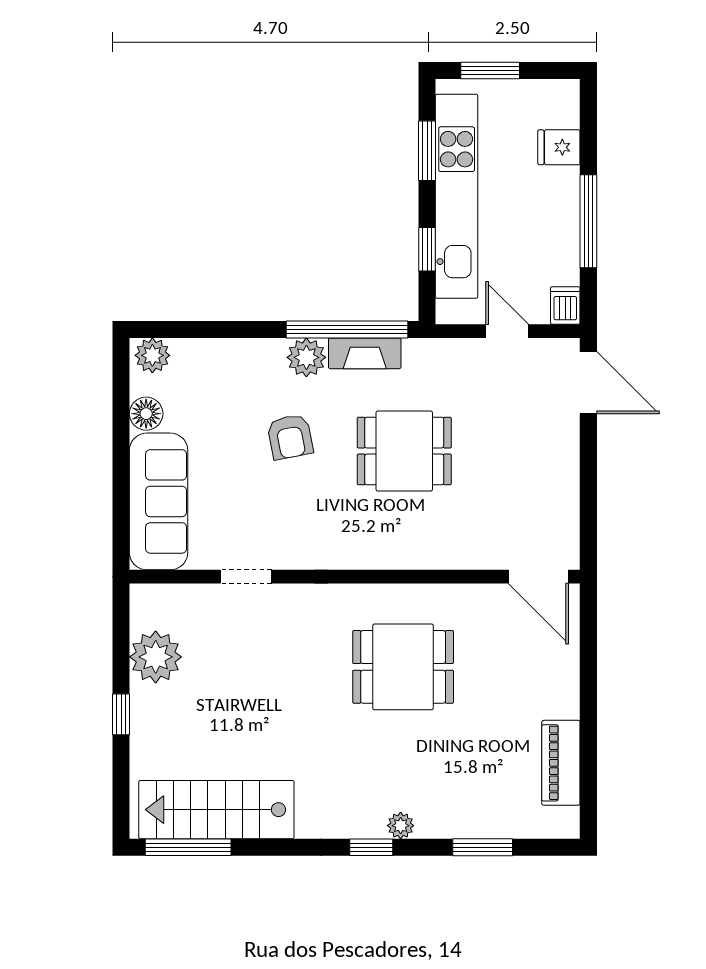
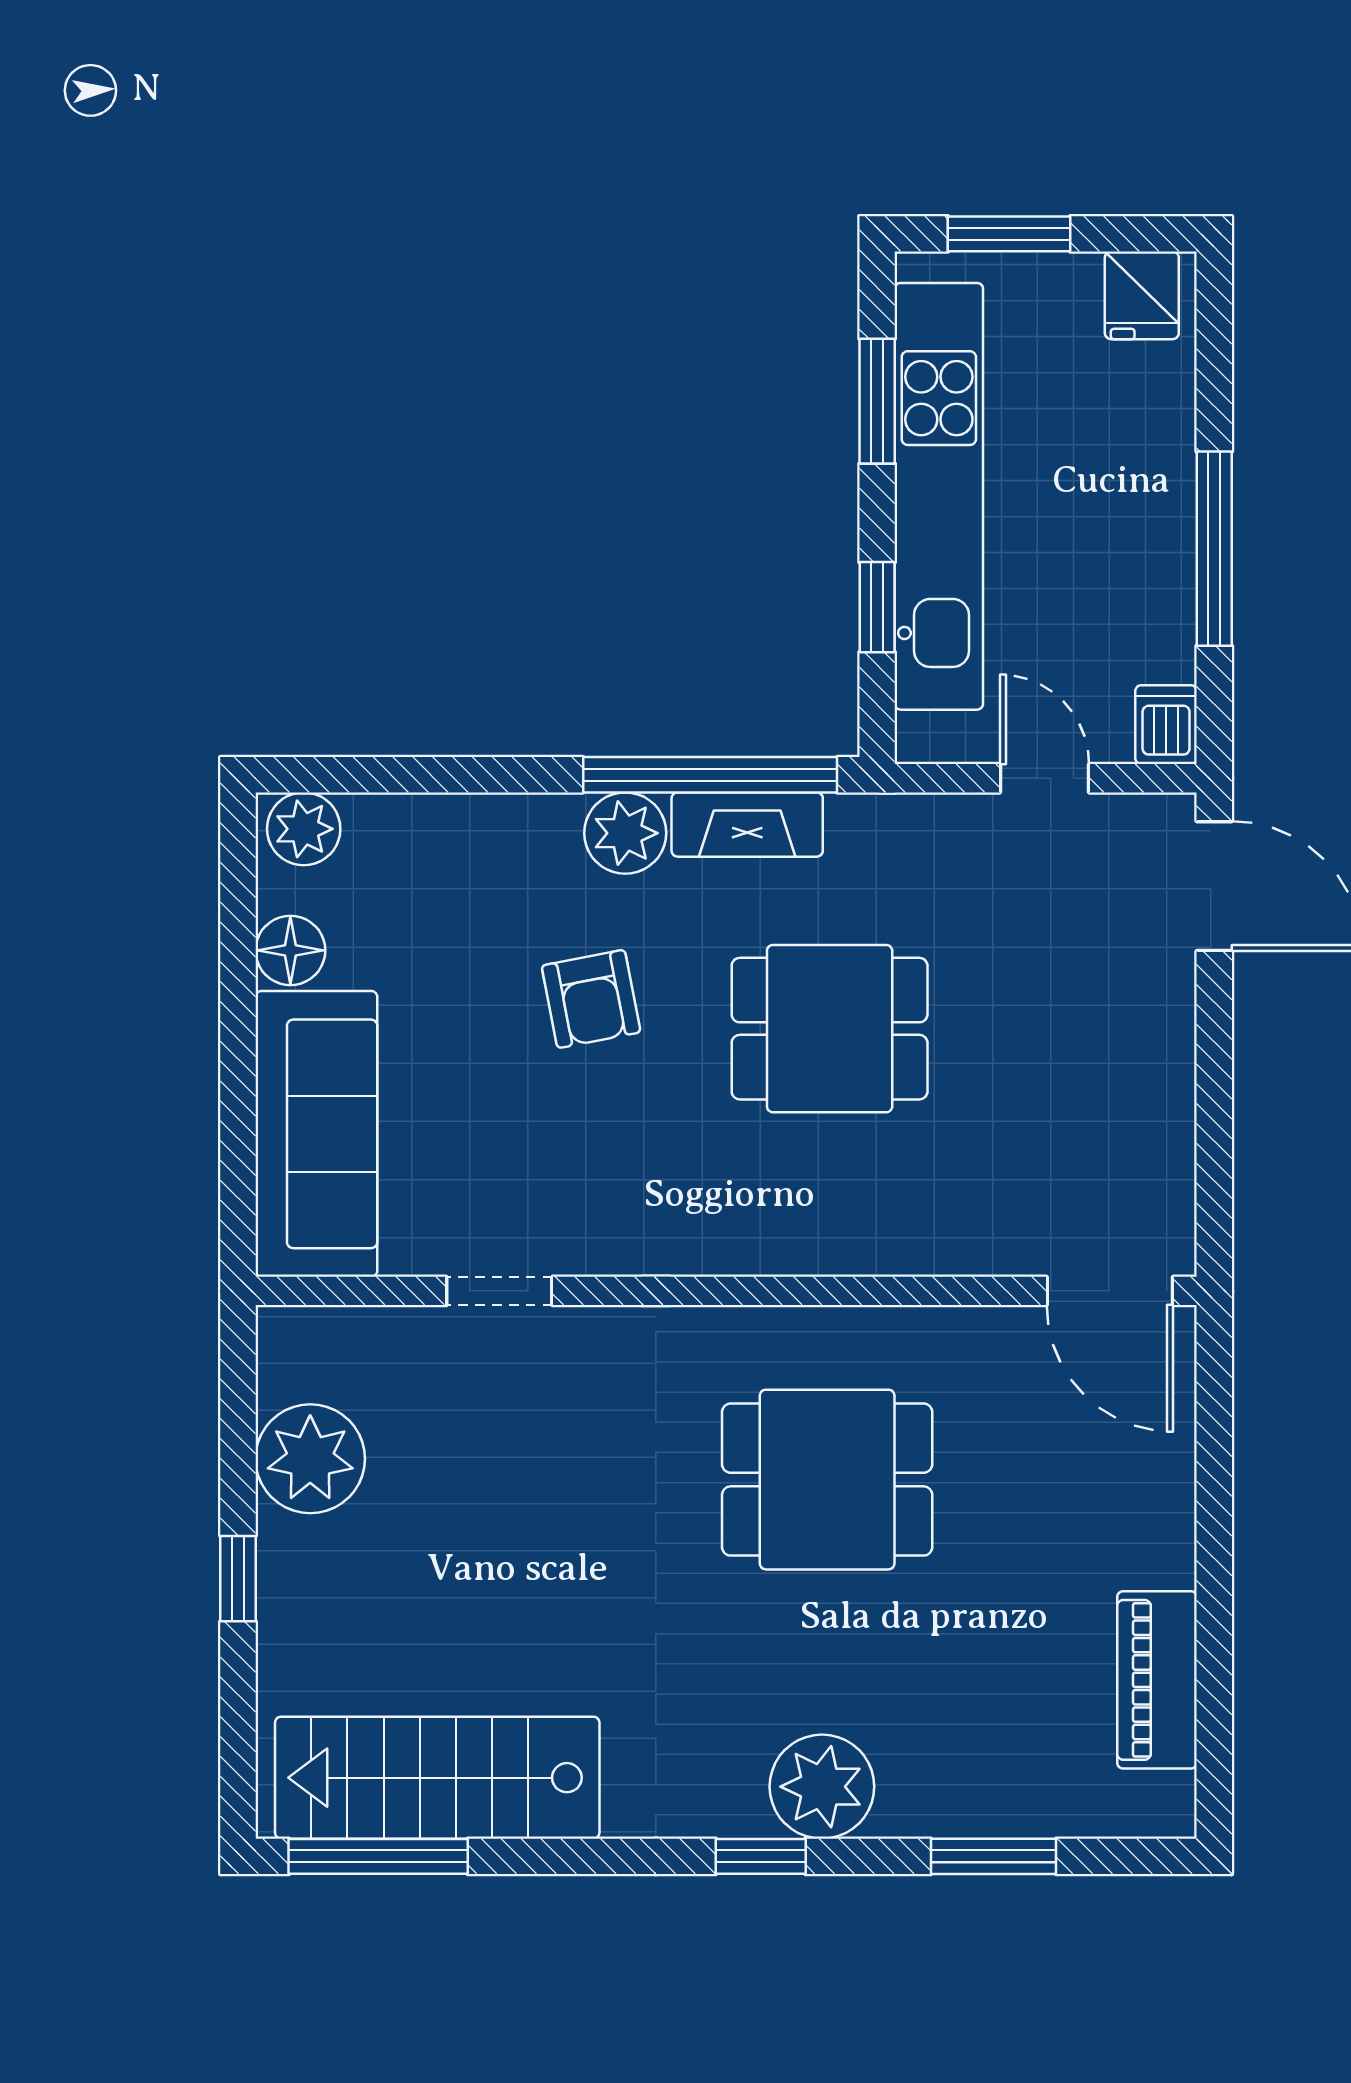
fridge: (559, 147) -> (1142, 295), moved, turned -90
plant: (401, 826) -> (822, 1787), width x1.87, depth x1.87

